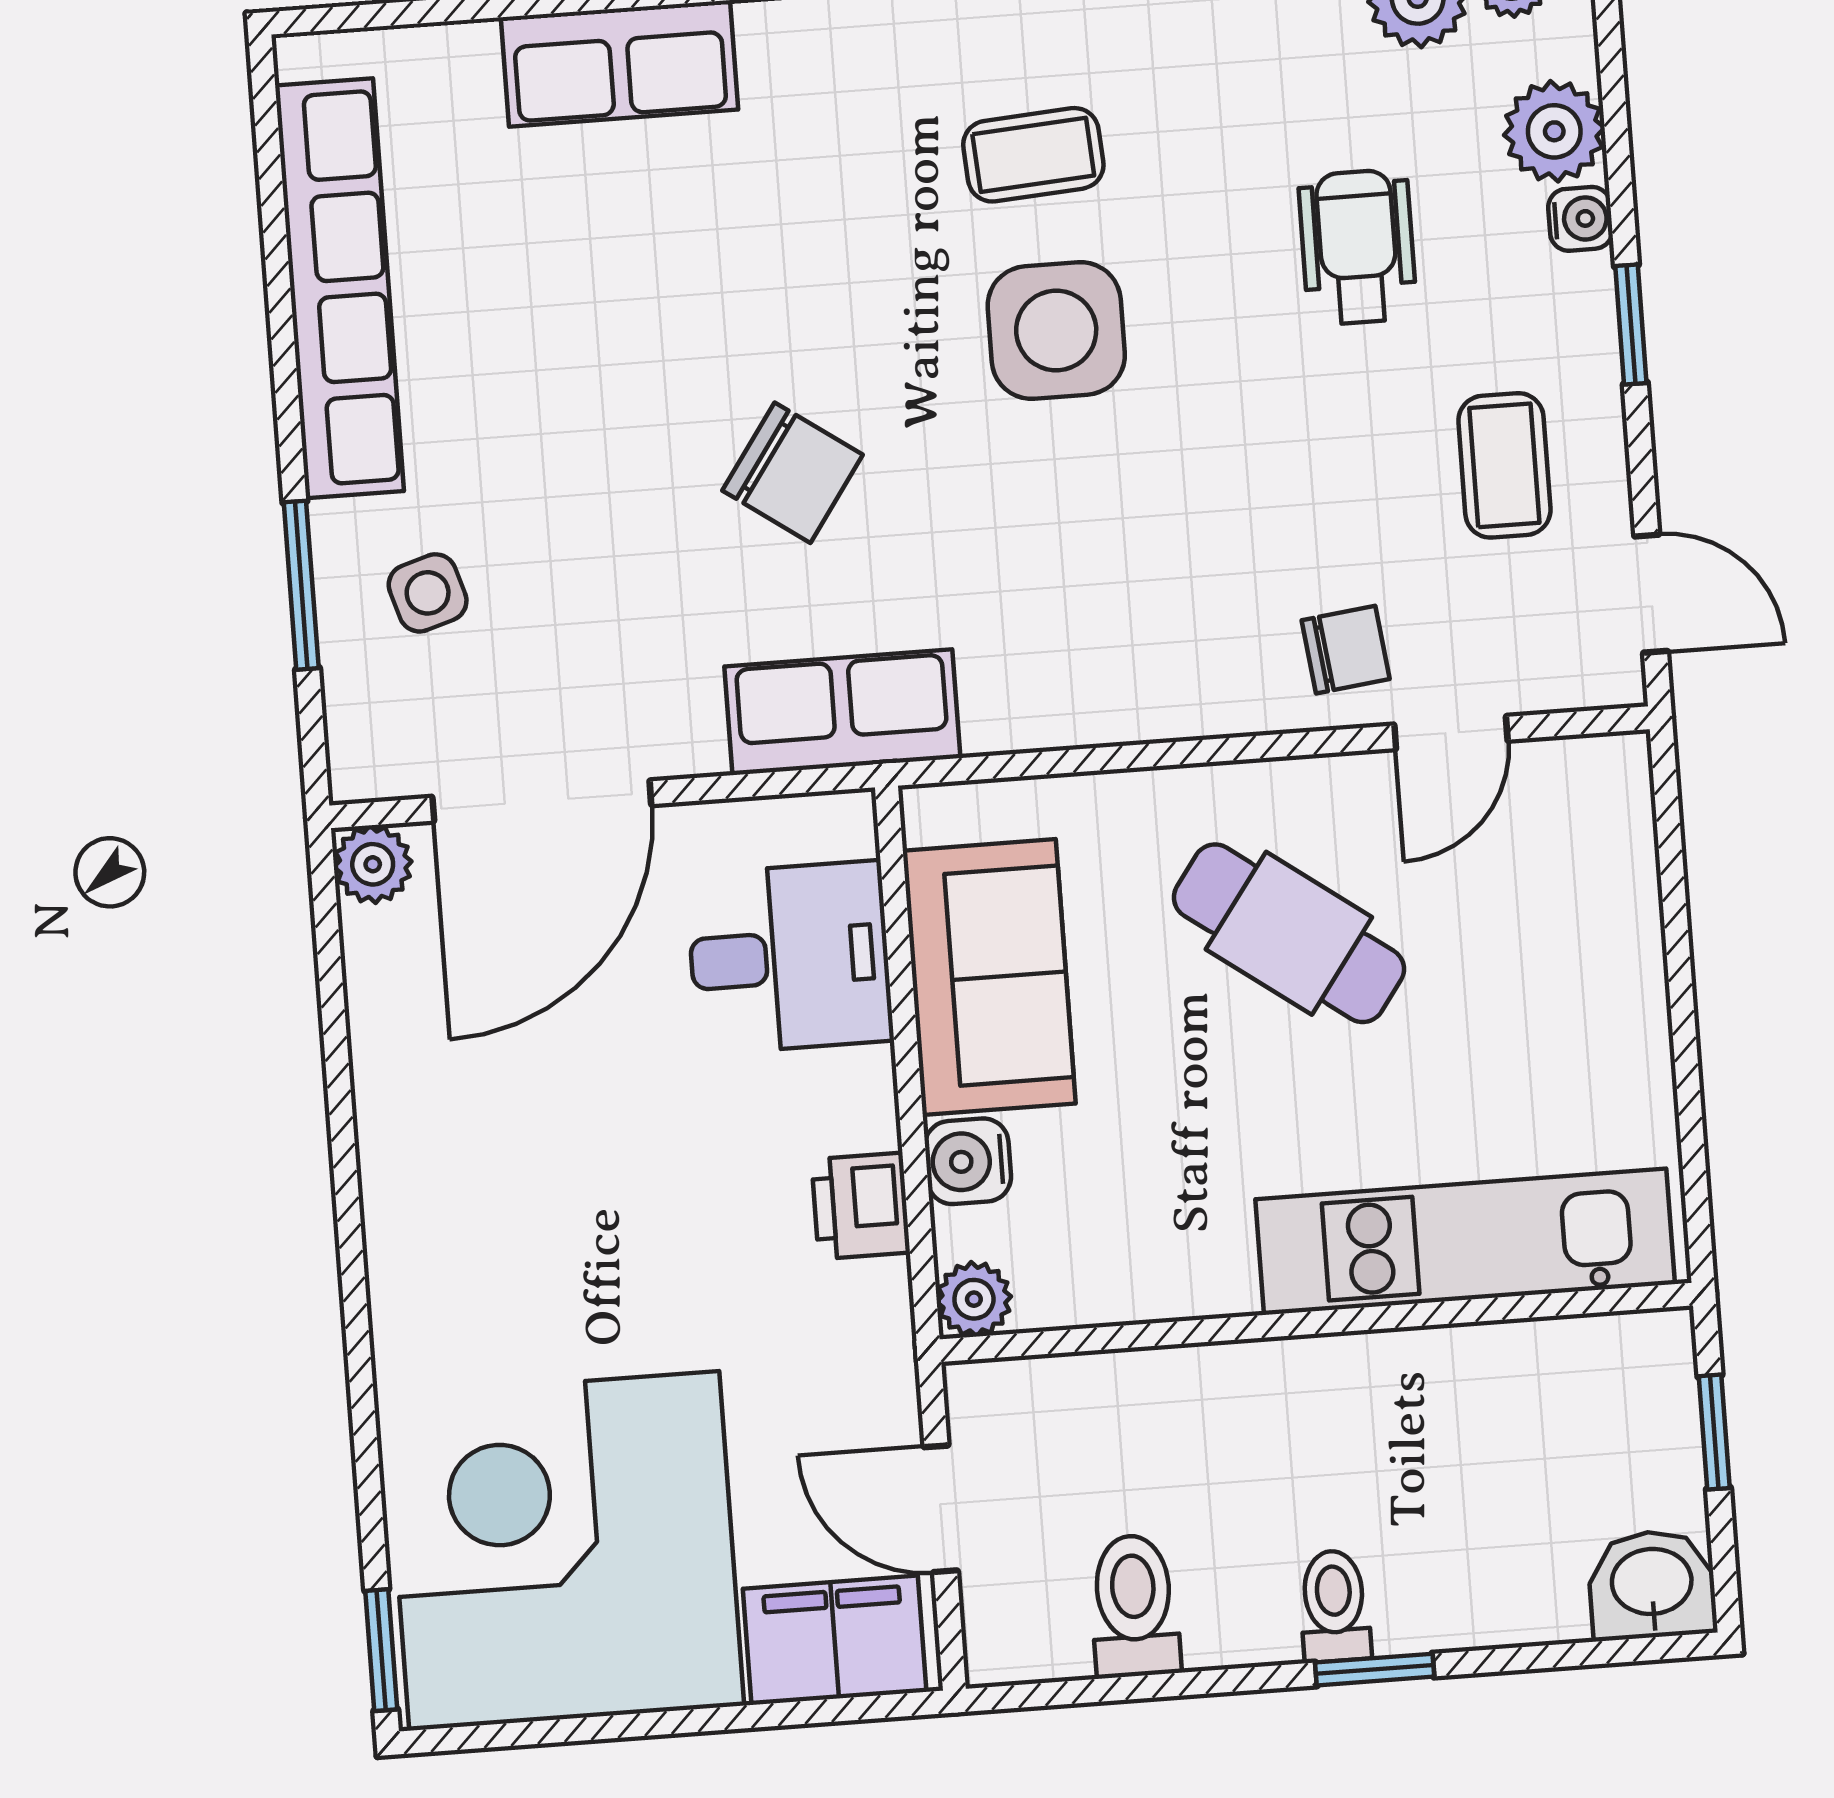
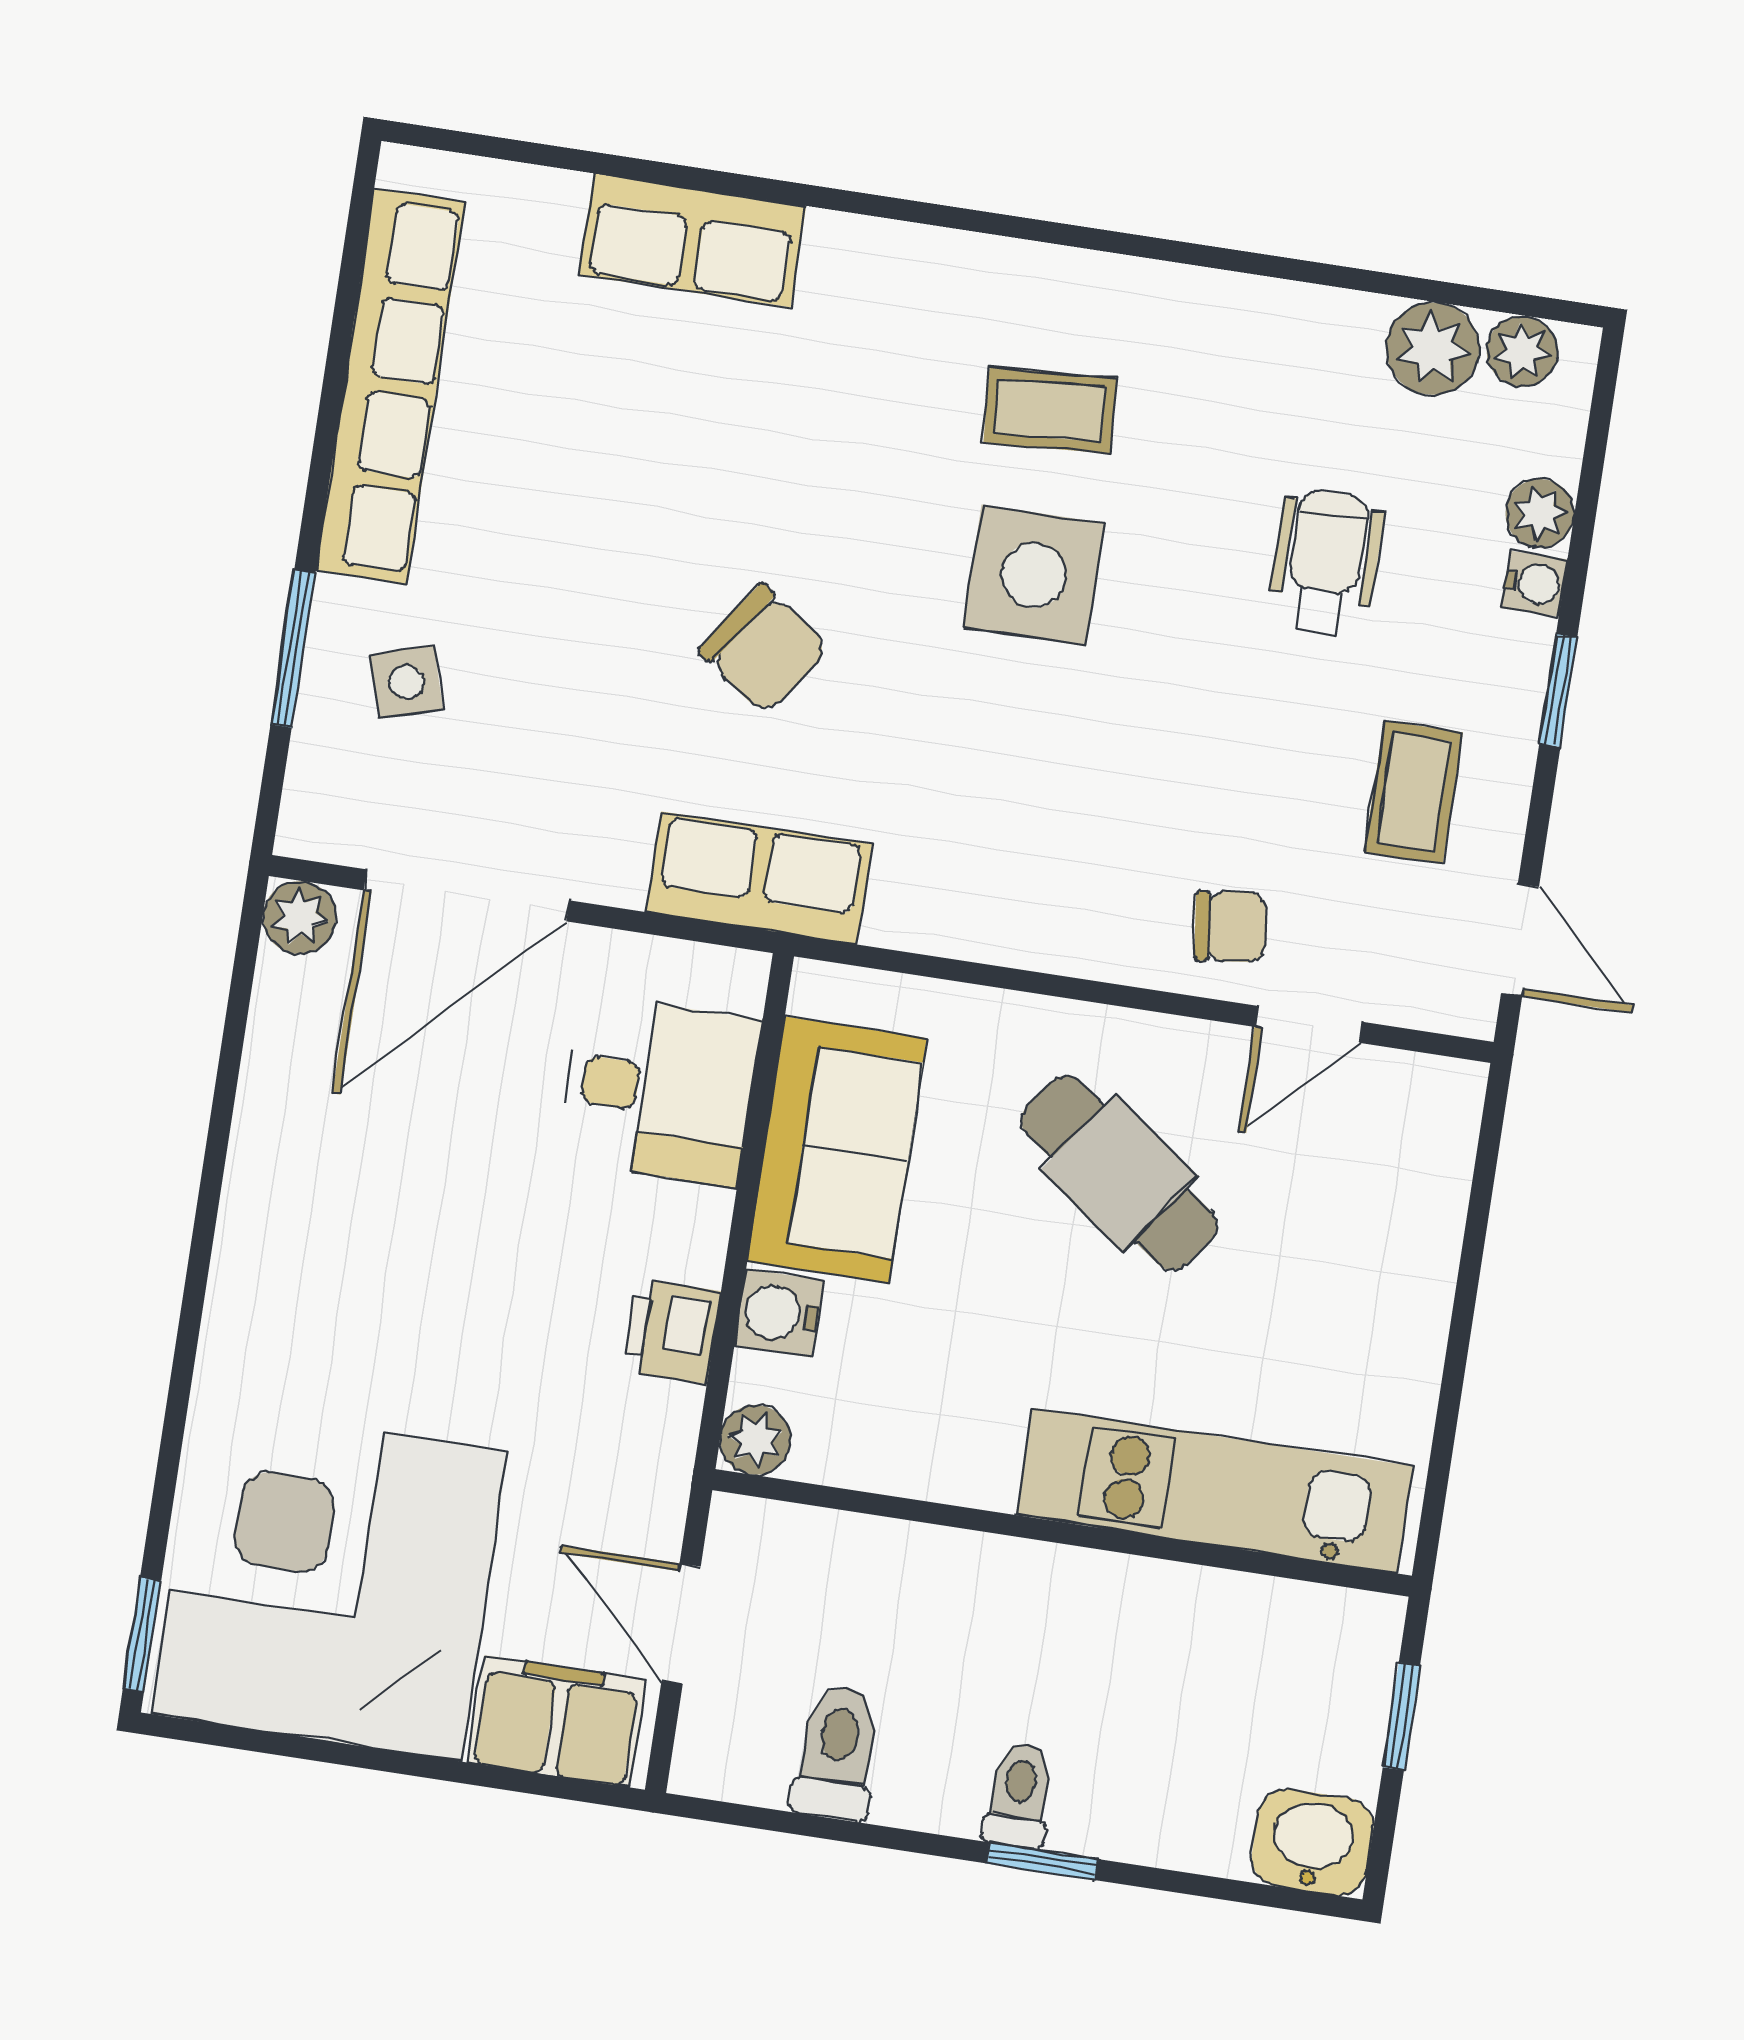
plant: (1554, 131) -> (1540, 513), width x0.73, depth x0.73

